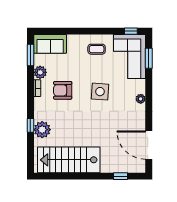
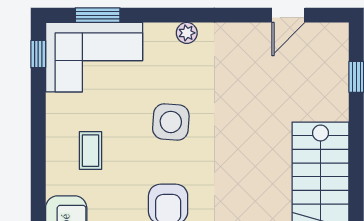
coffee table: (97, 49) -> (91, 151), moved
door: (149, 145) -> (288, 15), width x0.53

